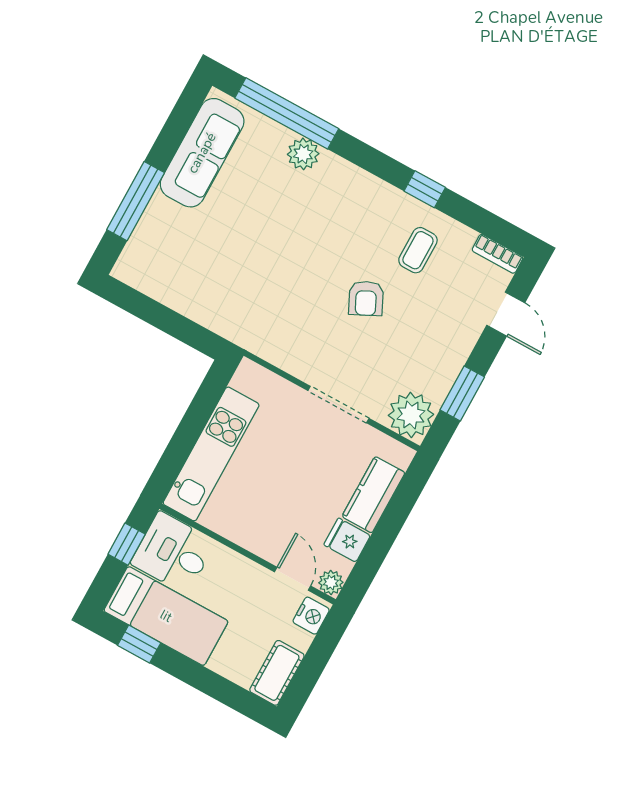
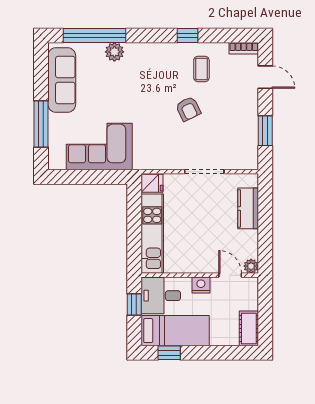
corner sofa: (203, 282) -> (99, 146), added
plant: (411, 415) -> (245, 156), removed
fridge: (347, 540) -> (152, 183), moved, turned 180
nightstand: (311, 616) -> (201, 285), moved, turned -90

